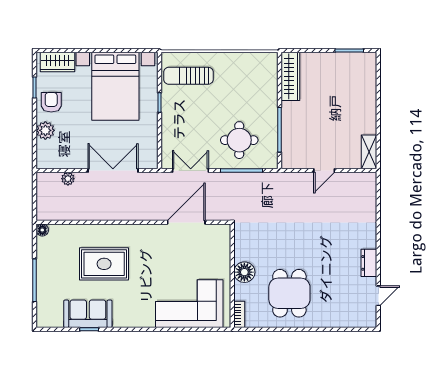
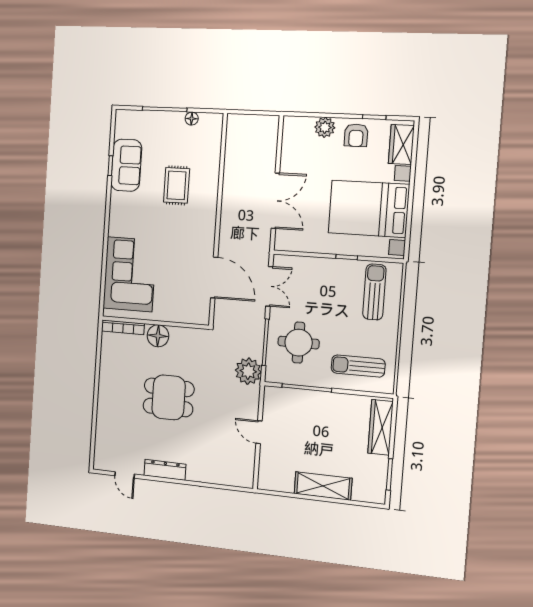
wardrobe: (290, 76) -> (380, 427), moved, turned 90
sun lounger: (255, 85) -> (358, 366), added
armchair: (51, 102) -> (356, 135), turned 90
shelving: (369, 152) -> (323, 486), moved, width x1.50, depth x1.33
plant: (68, 179) -> (248, 371), moved, width x1.88, depth x1.88
floor lamp: (42, 230) -> (192, 119), moved
dresser: (369, 263) -> (165, 470), width x1.44
rug: (104, 264) -> (177, 185), width x0.73, depth x0.70
dining table: (289, 293) -> (169, 397), moved
bookcase: (239, 314) -> (123, 327), width x1.56

